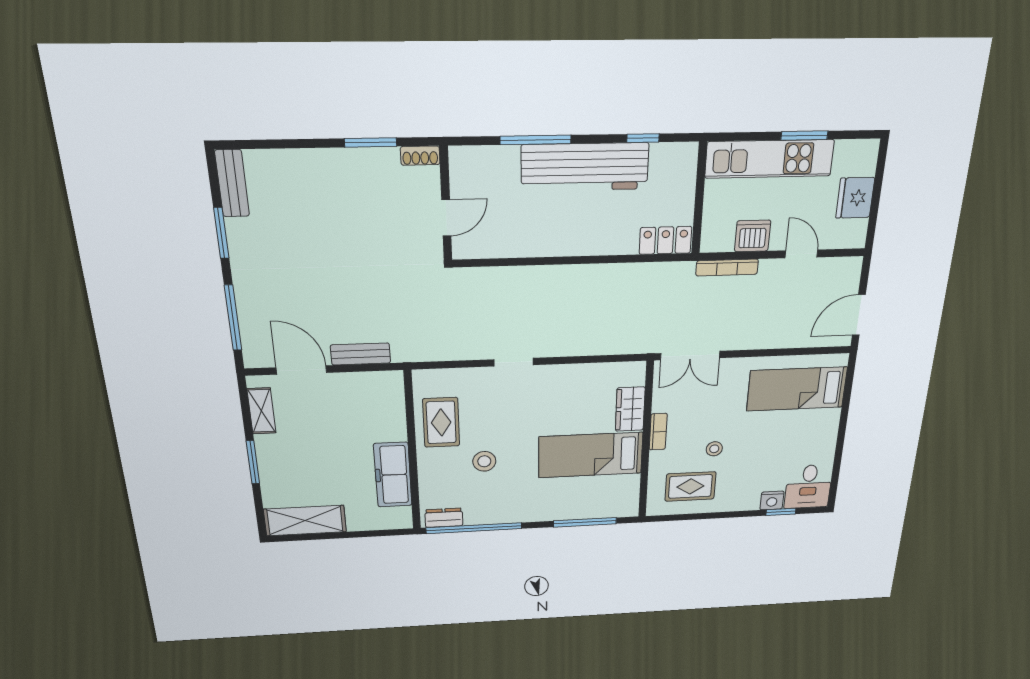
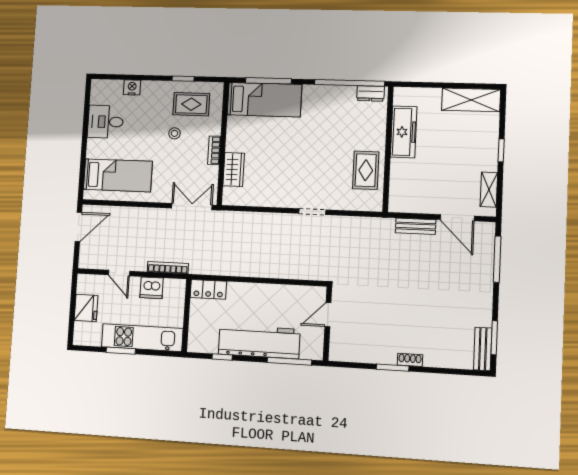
shoe rack: (420, 156) -> (410, 360), moved
wall: (446, 204) -> (327, 324), moved
door: (446, 218) -> (328, 315), moved
window: (221, 233) -> (494, 338), moved
bed: (591, 455) -> (264, 100), moved
stool: (484, 461) -> (338, 137), removed
window: (253, 462) -> (501, 150), width x0.67
desk: (808, 487) -> (105, 122), moved, turned -90
window: (781, 512) -> (183, 79), moved

